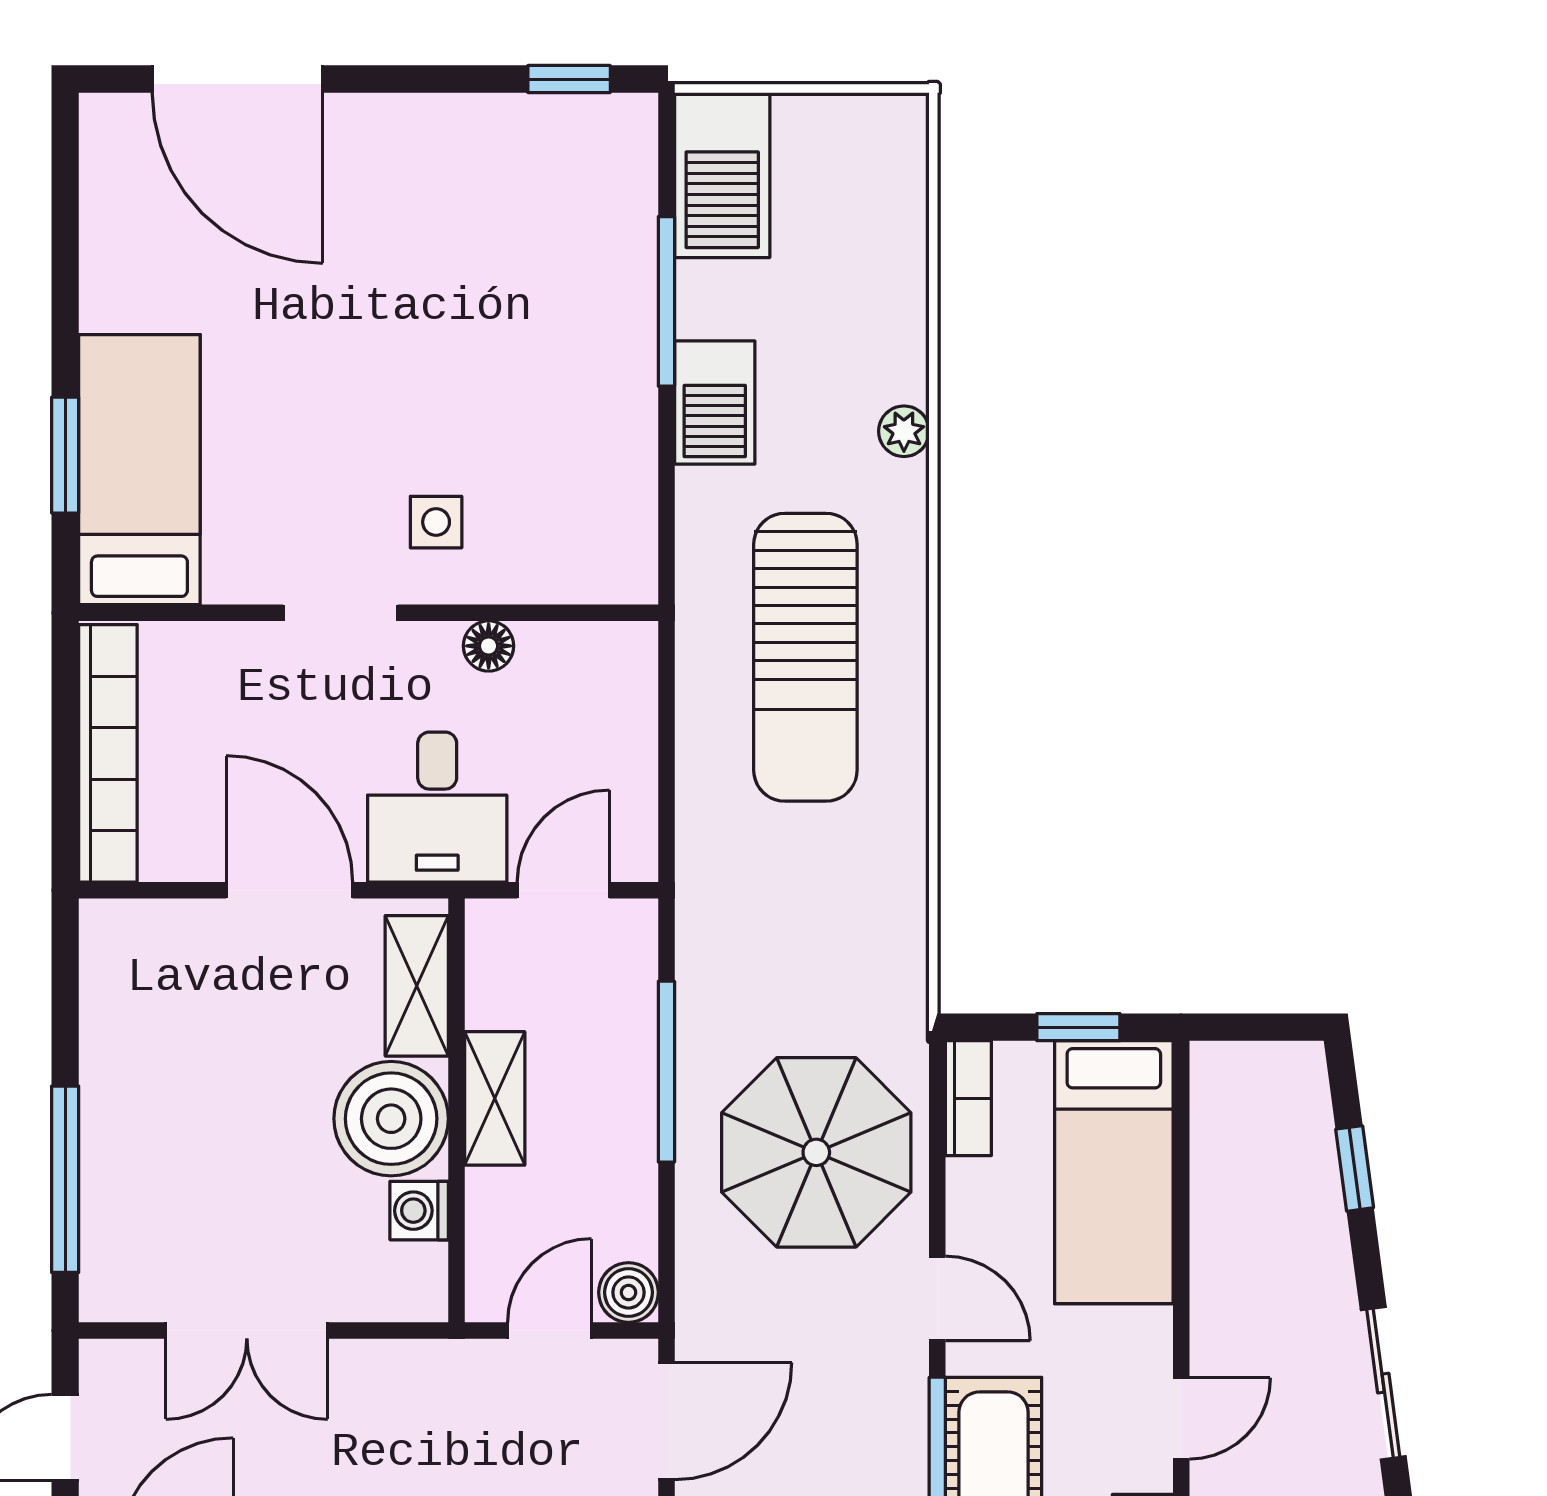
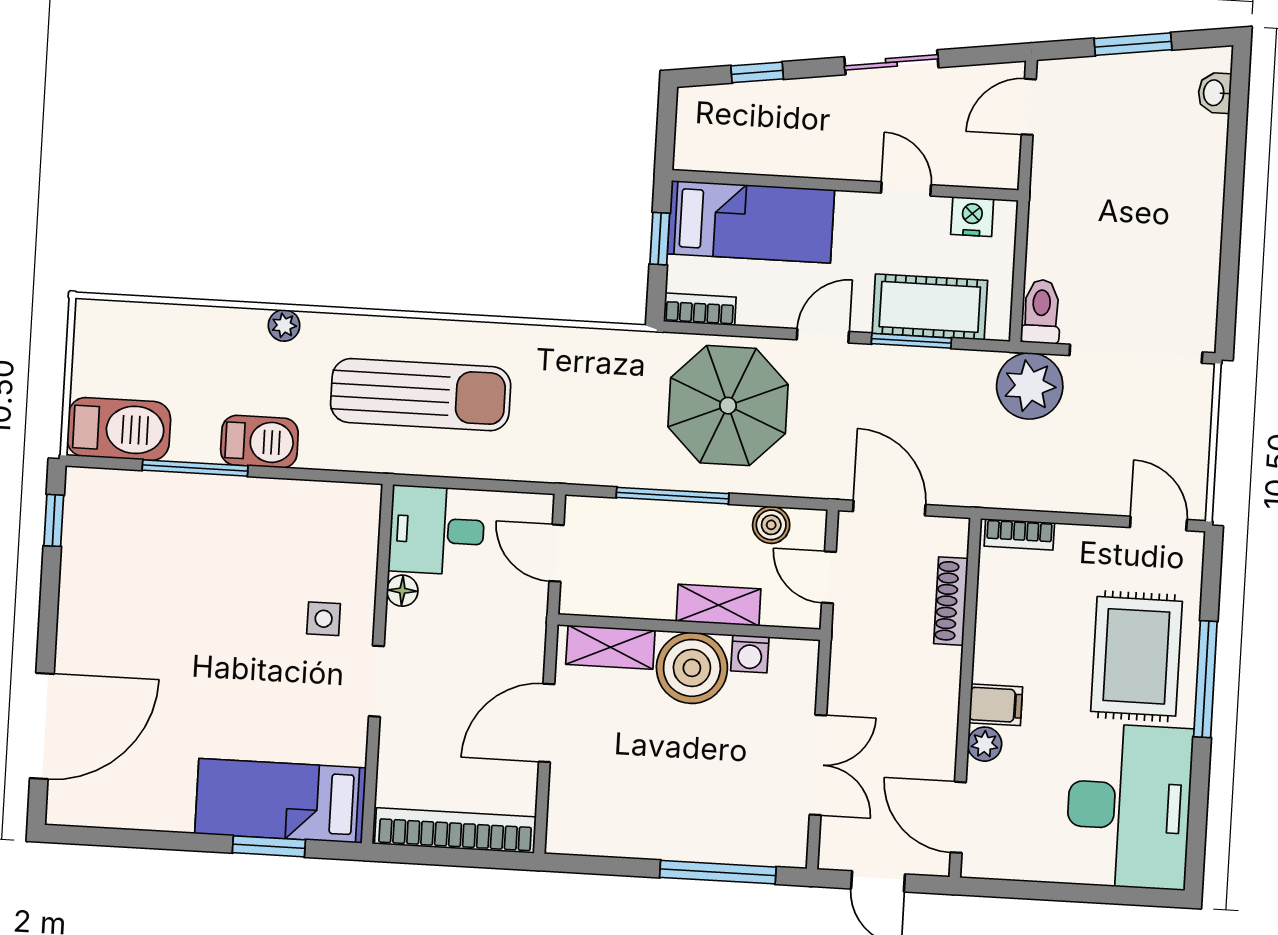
desk: (437, 807) -> (437, 530), moved, turned 180
shelving: (495, 1098) -> (719, 605), moved
boiler: (629, 1292) -> (771, 525), moved

